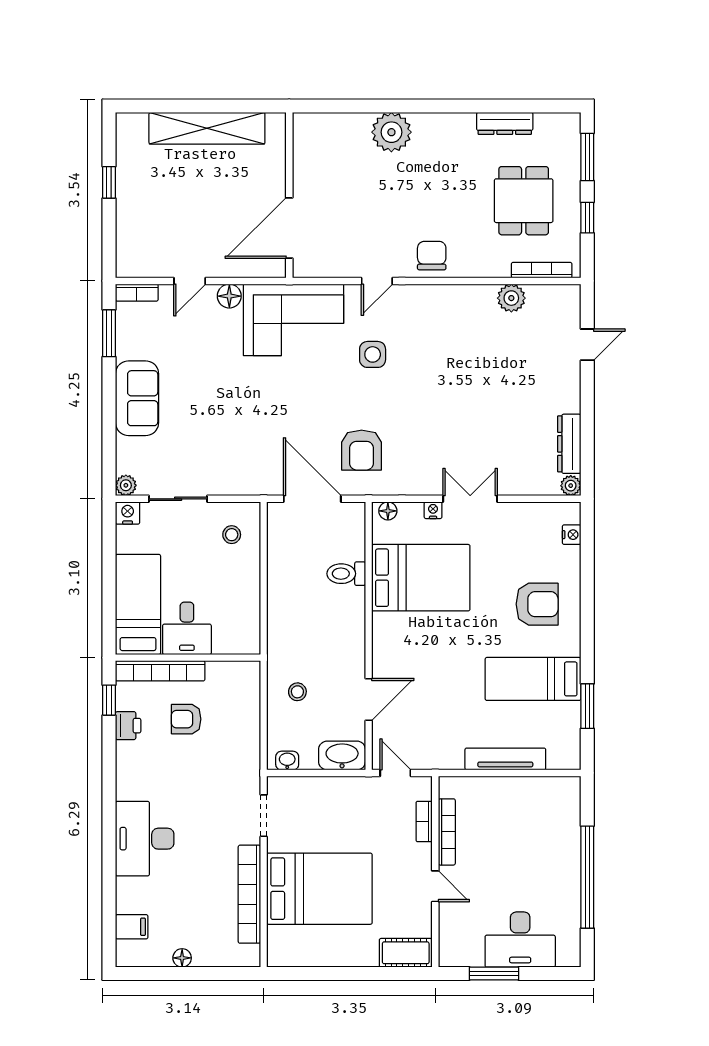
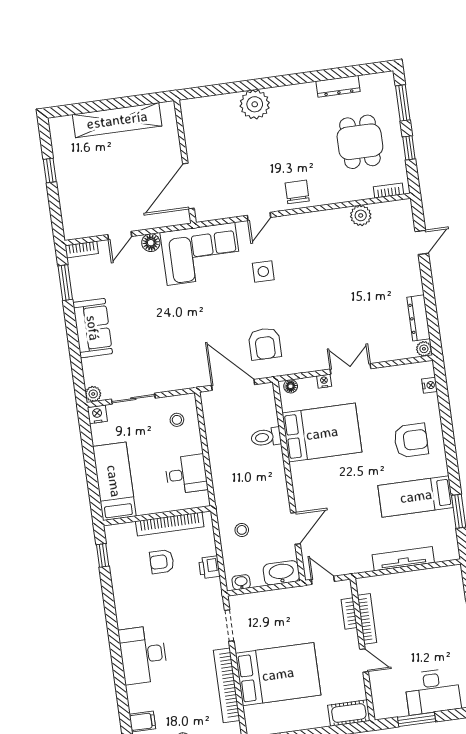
bookcase: (542, 270) -> (388, 191), width x0.64
desk: (187, 628) -> (186, 474), moved, turned -90
bookcase: (160, 671) -> (170, 524), moved
printer: (128, 726) -> (209, 567), moved, turned 180

